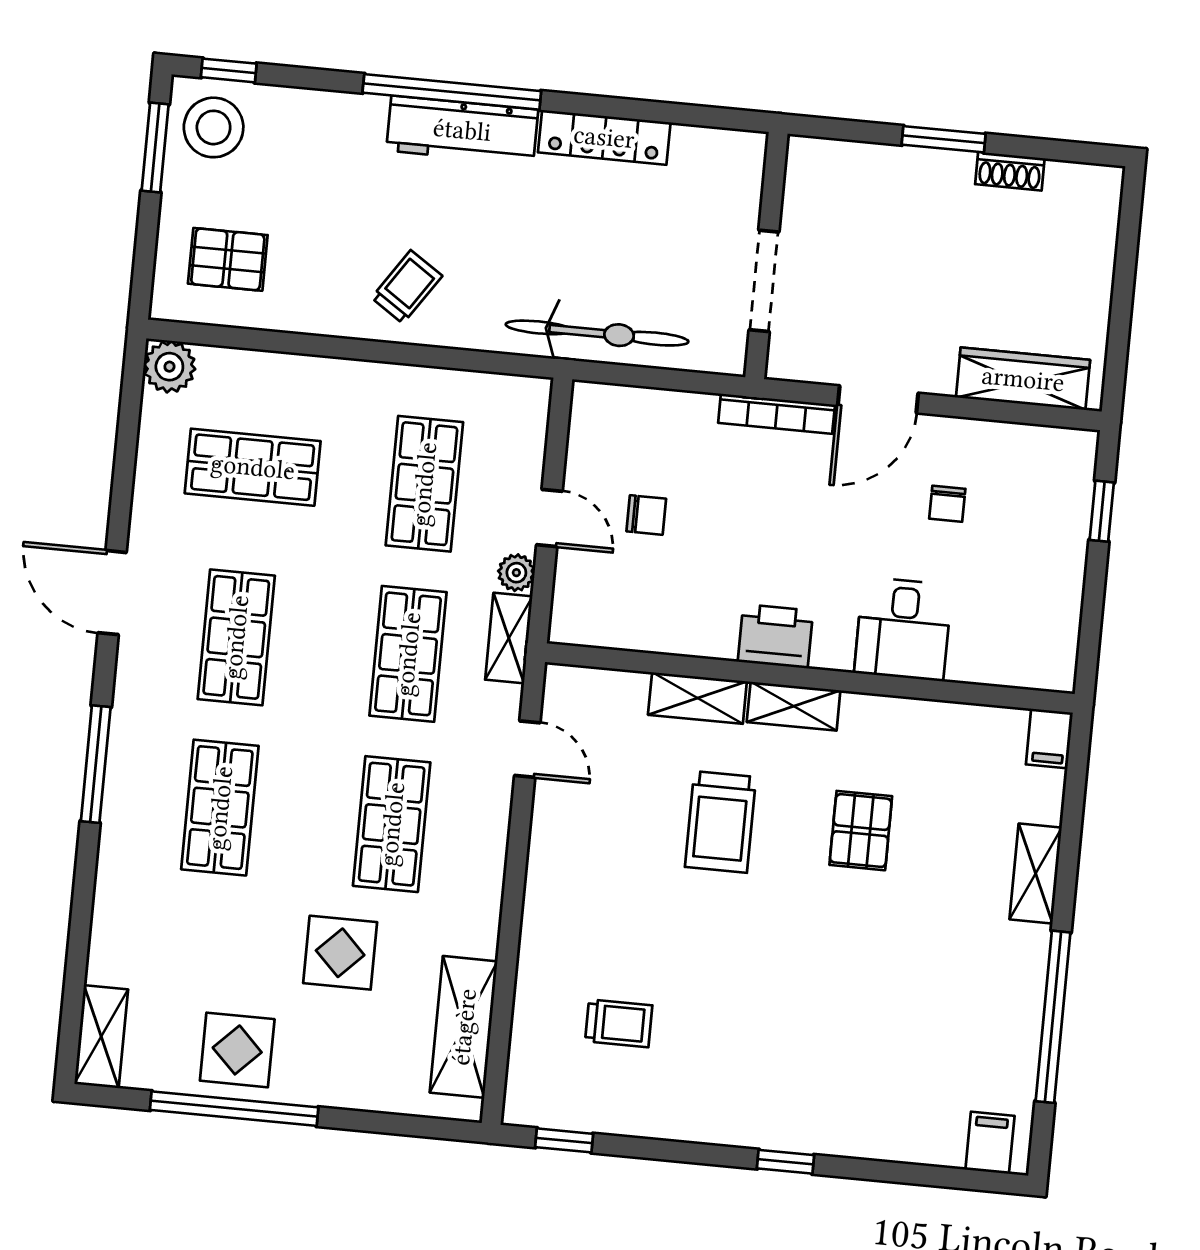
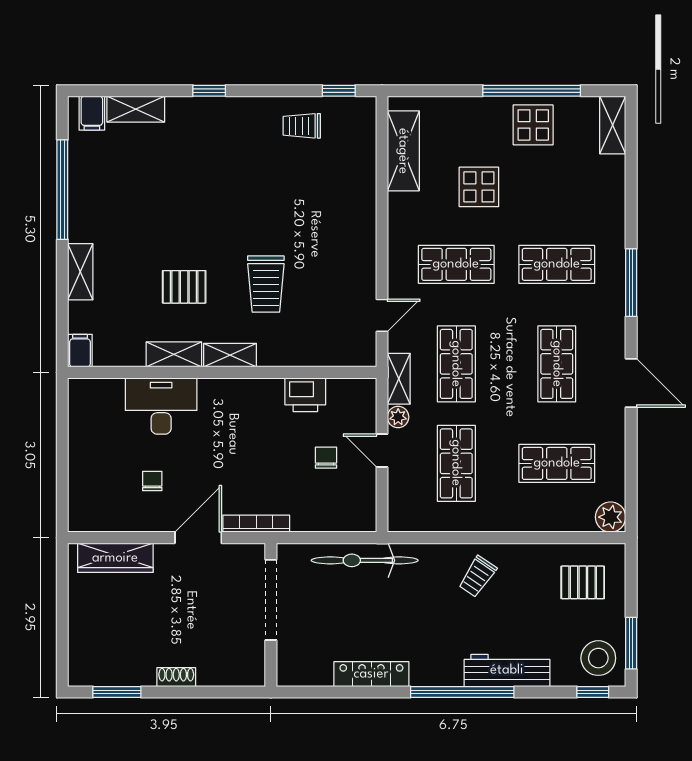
workbench: (462, 130) -> (507, 670), moved
window: (944, 139) -> (117, 692), moved
shoe rack: (1010, 171) -> (176, 677), moved
doorway: (764, 281) -> (271, 600), width x1.36
window: (1102, 511) -> (62, 485), removed
chair: (646, 515) -> (326, 458), turned 90
desk: (903, 629) -> (161, 406), width x1.37
printer: (775, 636) -> (305, 395), moved
shelving: (697, 698) -> (174, 354), moved
door: (527, 749) -> (382, 315), swing flipped
shop shelf: (220, 808) -> (557, 264), turned 90
trolley: (720, 822) -> (266, 284), turned 180
shop shelf: (392, 824) -> (456, 264), turned 90
pallet: (861, 831) -> (184, 287), turned 90
trolley: (619, 1023) -> (302, 126), moved
shelving: (914, 1142) -> (136, 109), added

